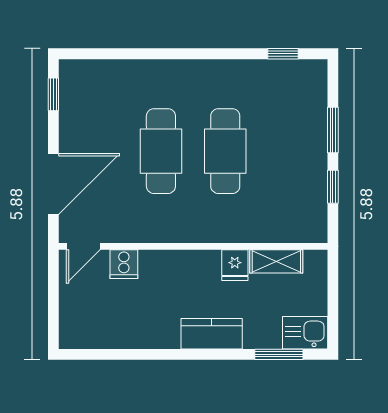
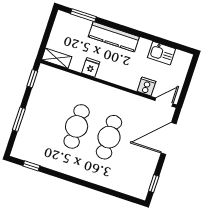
window: (333, 187) -> (32, 79), moved
shelving: (276, 261) -> (57, 58), moved
kitchen sink: (305, 333) -> (162, 53), moved
kitchen counter: (212, 334) -> (114, 37), width x1.50

